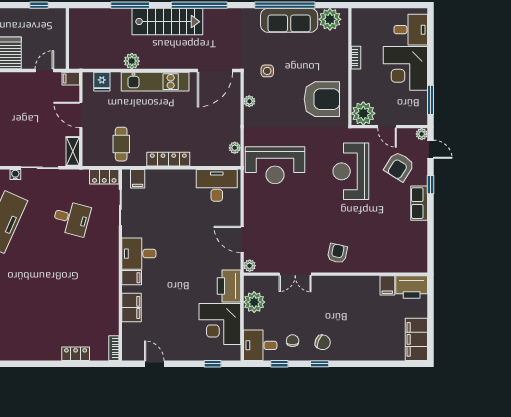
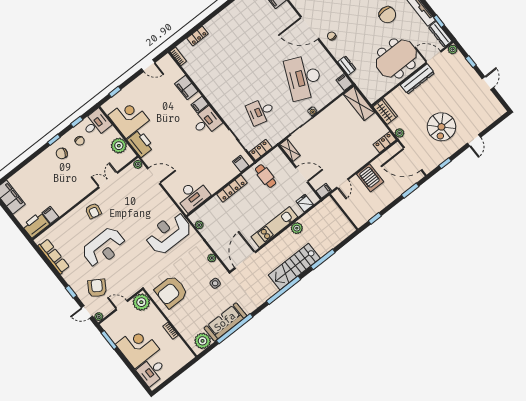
reception desk: (351, 171) -> (104, 248), moved, turned 90
row of seats: (419, 203) -> (54, 256), moved, width x1.48

